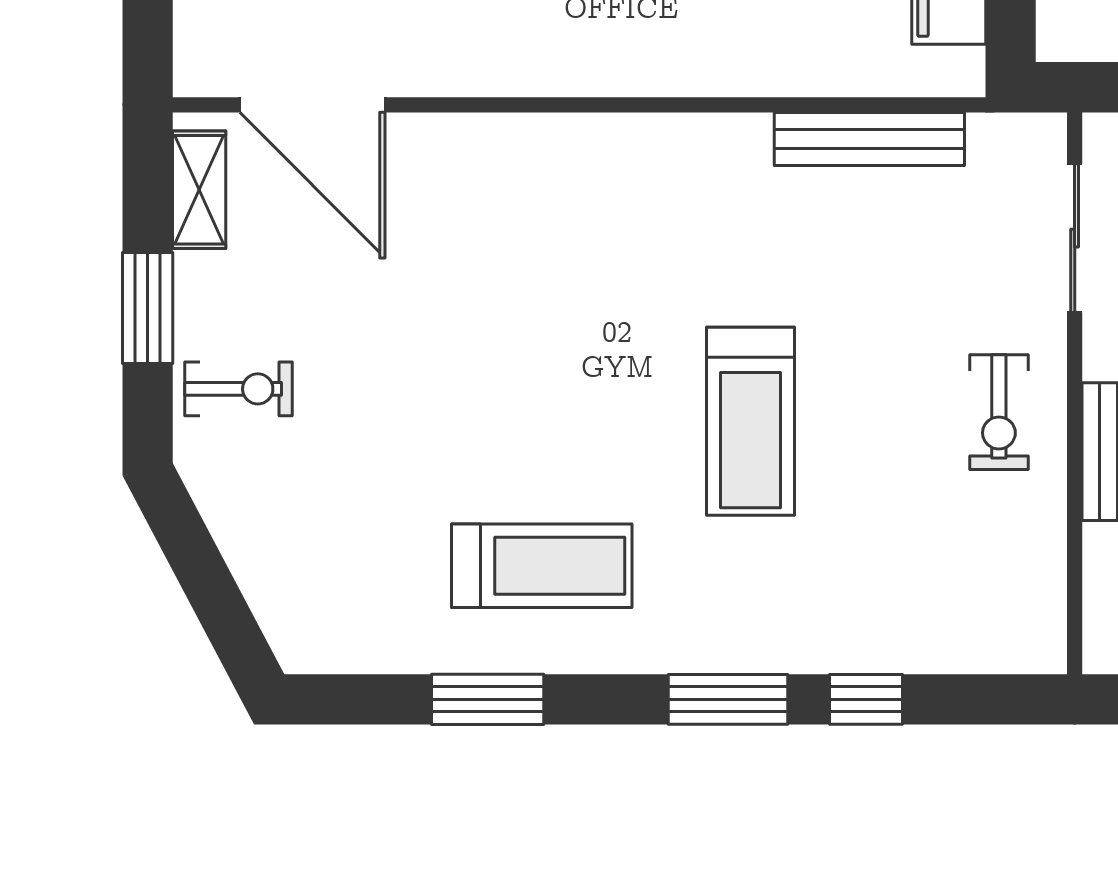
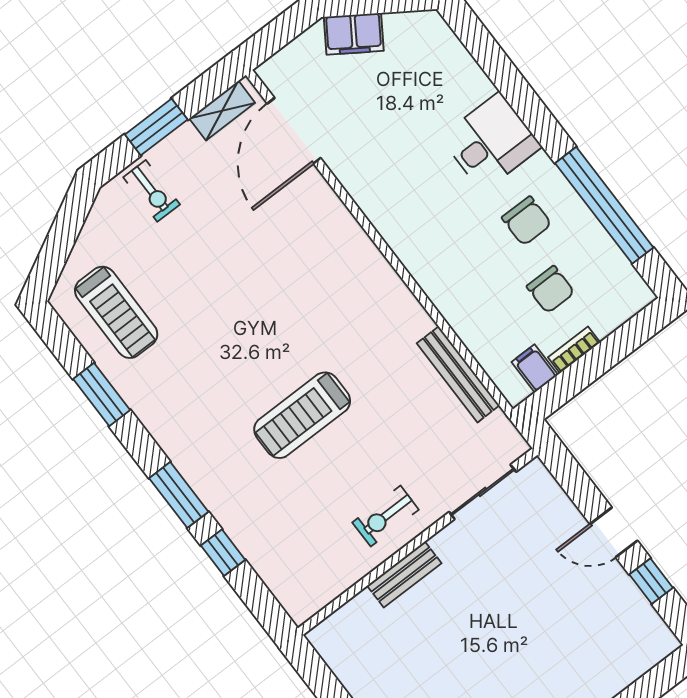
treadmill: (542, 566) -> (116, 312), moved

